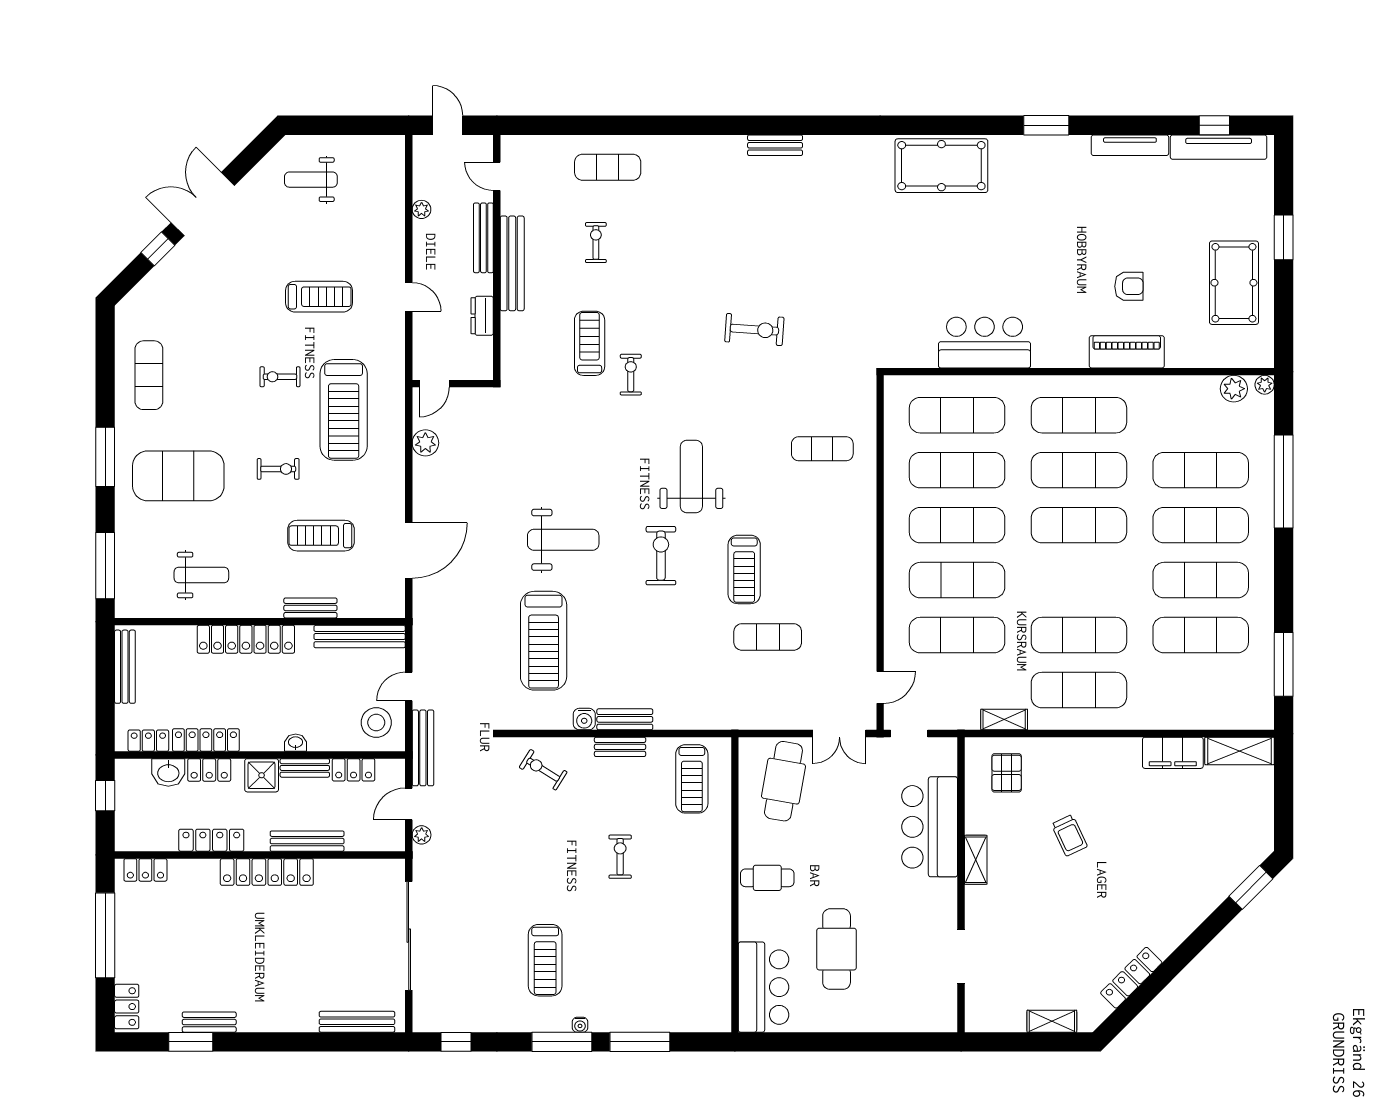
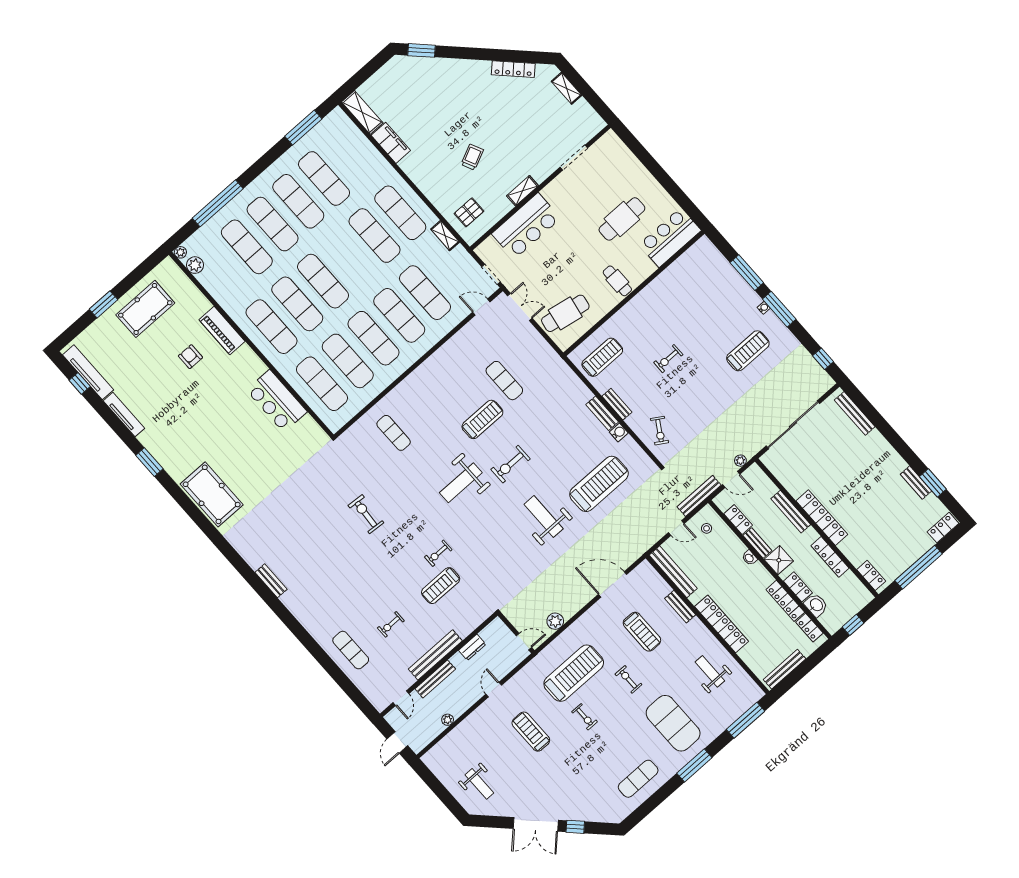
stool: (376, 722) -> (707, 528), width x0.53, depth x0.53

